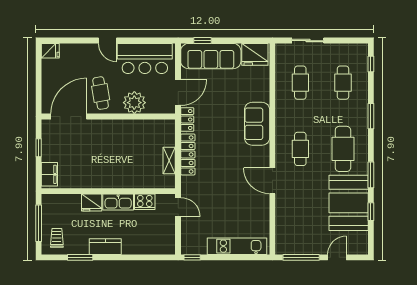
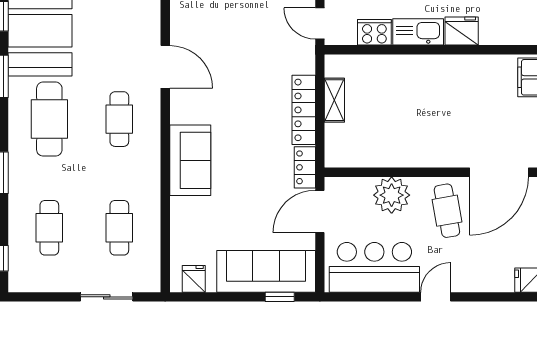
door: (107, 41) -> (436, 297), hinge flipped
fridge: (255, 54) -> (194, 279), width x0.53, depth x0.75

